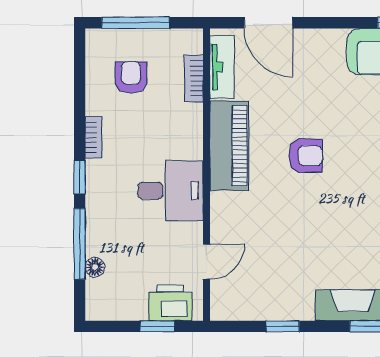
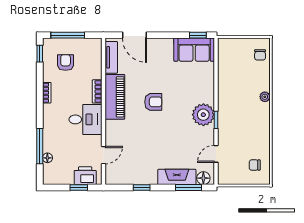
bookcase: (194, 79) -> (97, 91), moved
window: (80, 177) -> (40, 54), moved

